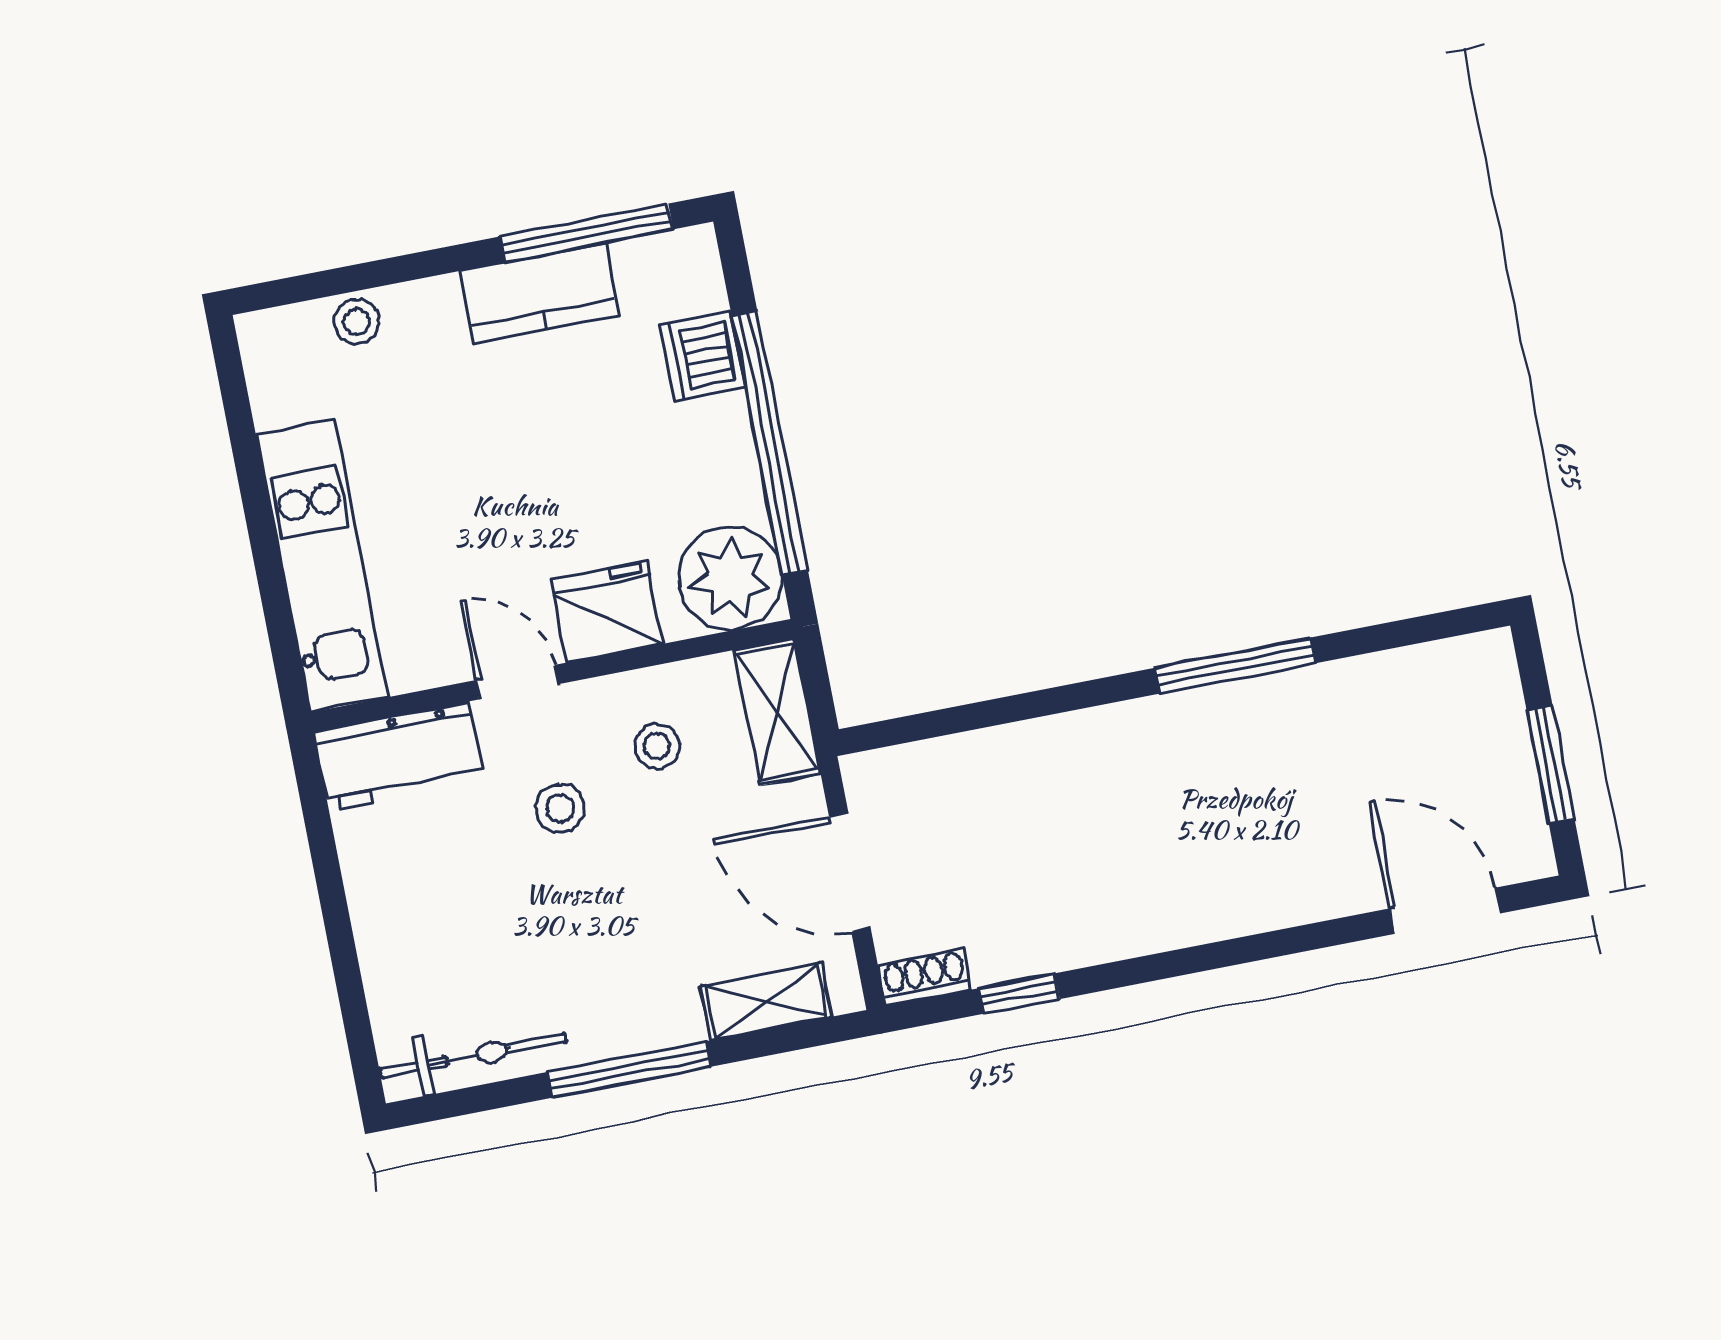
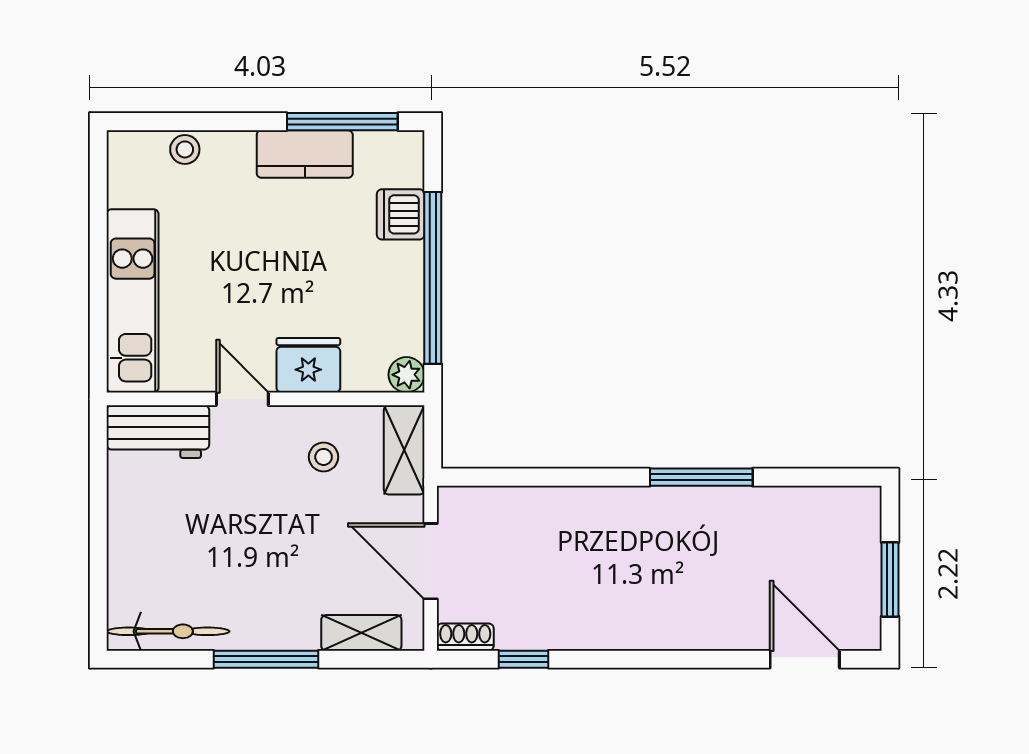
plant: (730, 578) -> (406, 375), width x0.53, depth x0.53
stool: (560, 809) -> (254, 485), removed

